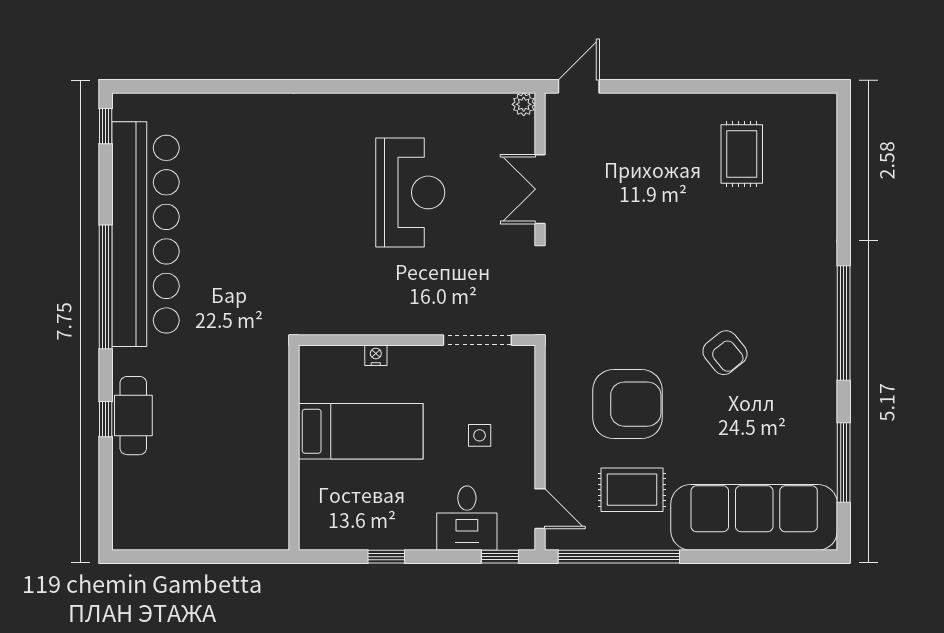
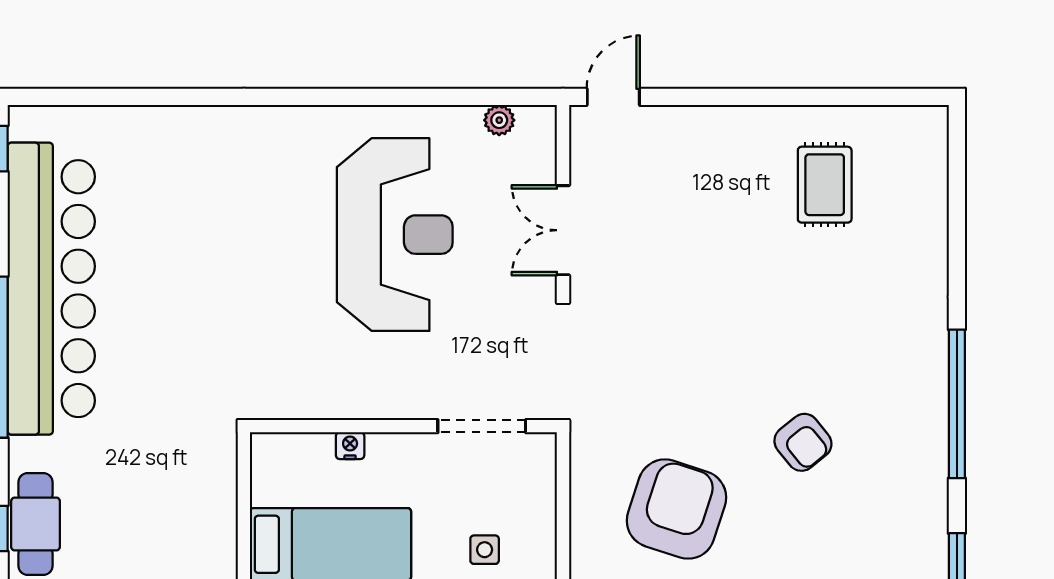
plant: (524, 104) -> (499, 120), moved
reception desk: (410, 192) -> (395, 235), width x1.36, depth x1.30
armchair: (627, 404) -> (676, 509), turned -72

